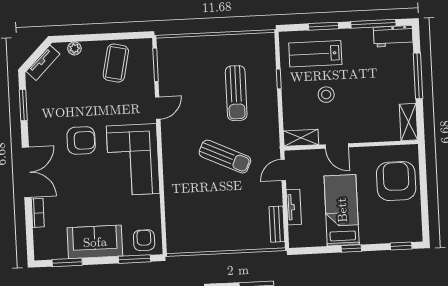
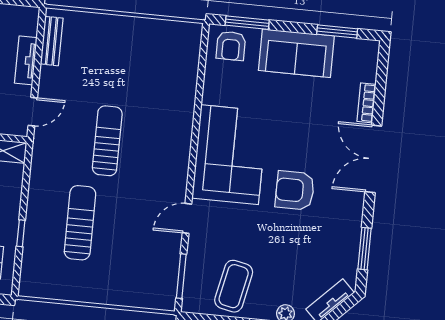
sun lounger: (225, 157) -> (107, 141), turned 65

